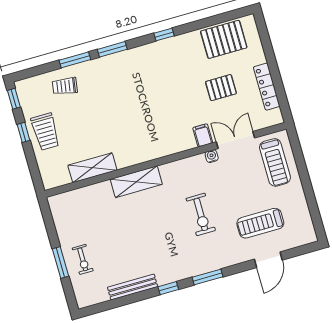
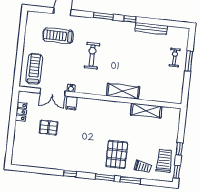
pallet: (224, 39) -> (117, 154), moved, turned 90
locker: (267, 87) -> (21, 112), width x0.66
trolley: (45, 132) -> (164, 161), moved
treadmill: (260, 223) -> (58, 36), turned 180

